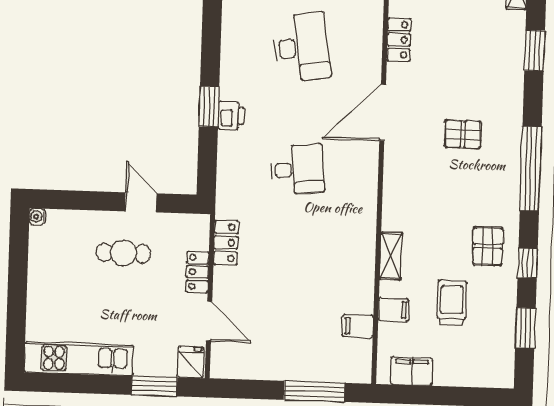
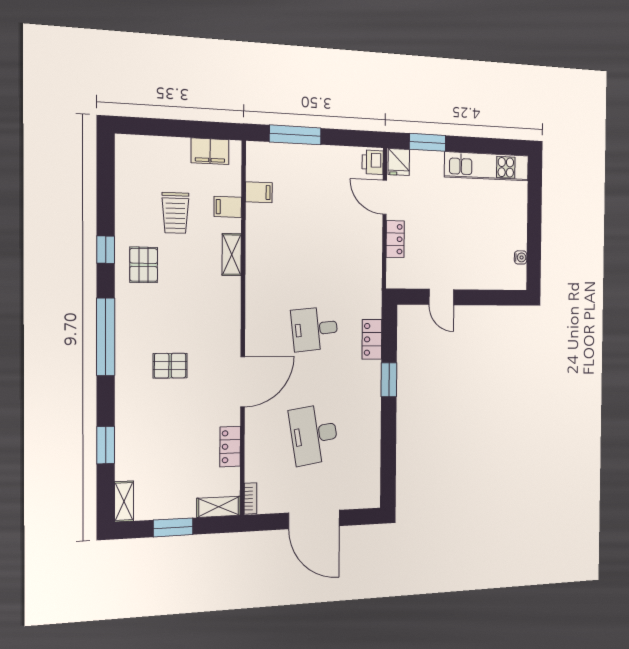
printer: (231, 116) -> (373, 162), moved
water cooler: (37, 217) -> (521, 257), moved
locker: (226, 243) -> (372, 339), moved
cafe table: (123, 253) -> (454, 254), removed
window: (525, 328) -> (106, 190), removed

